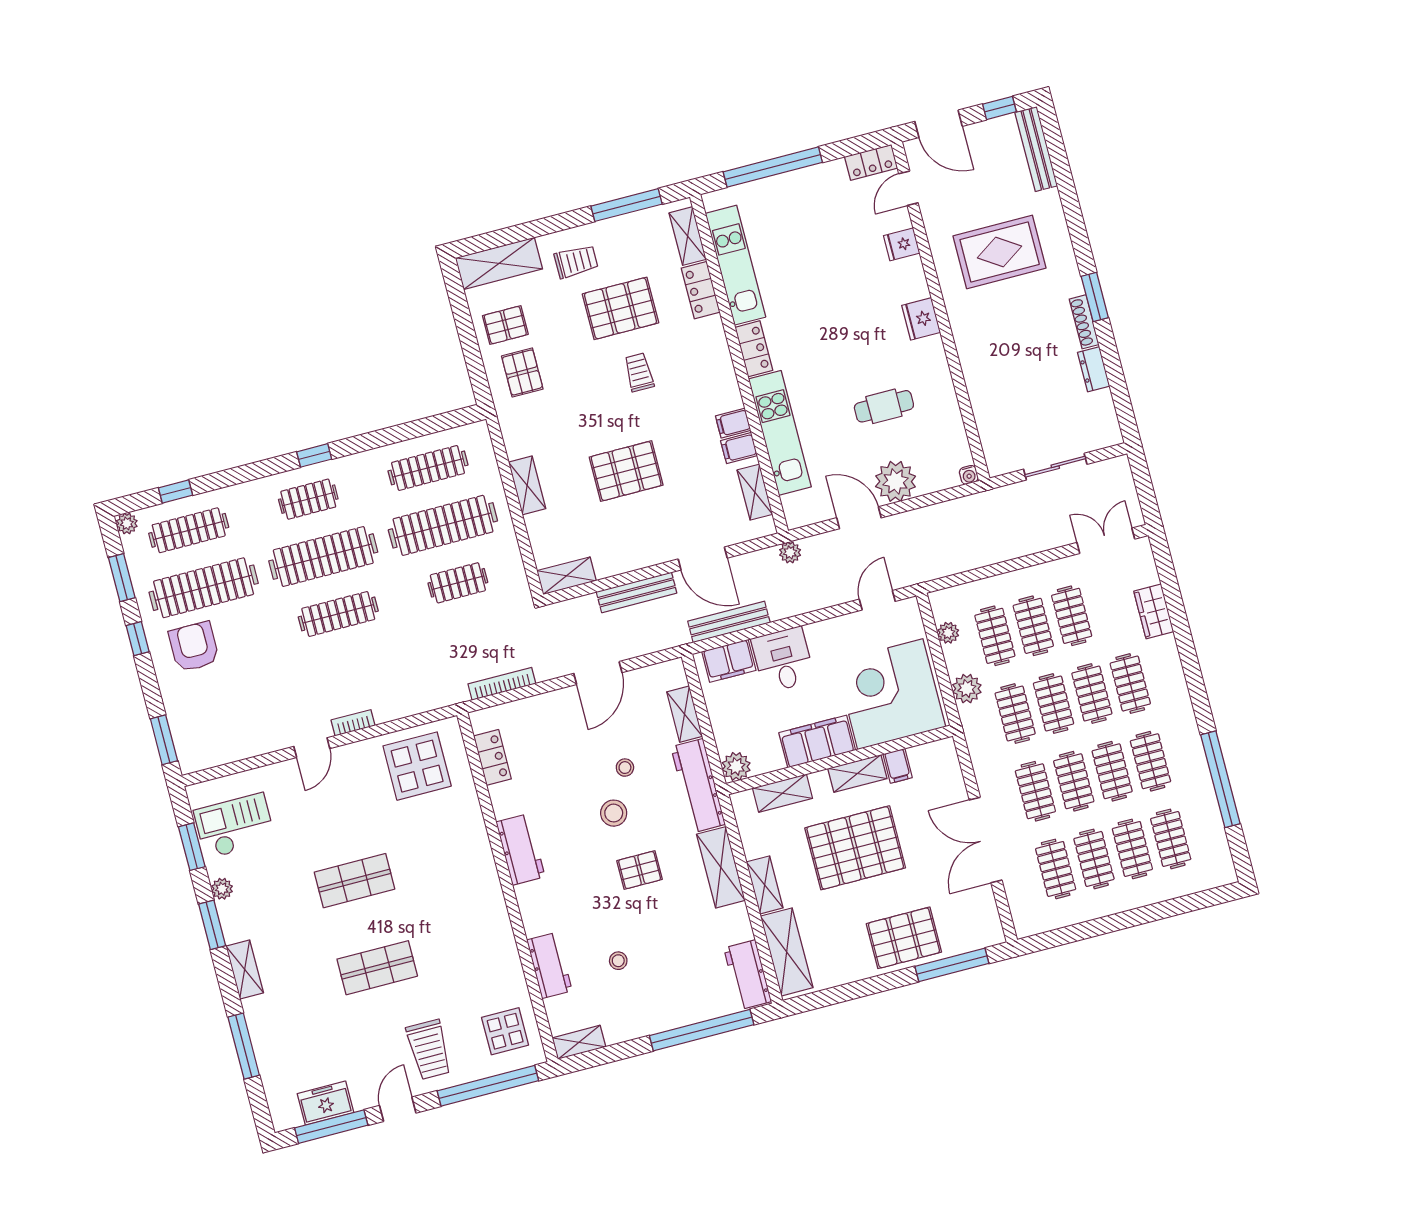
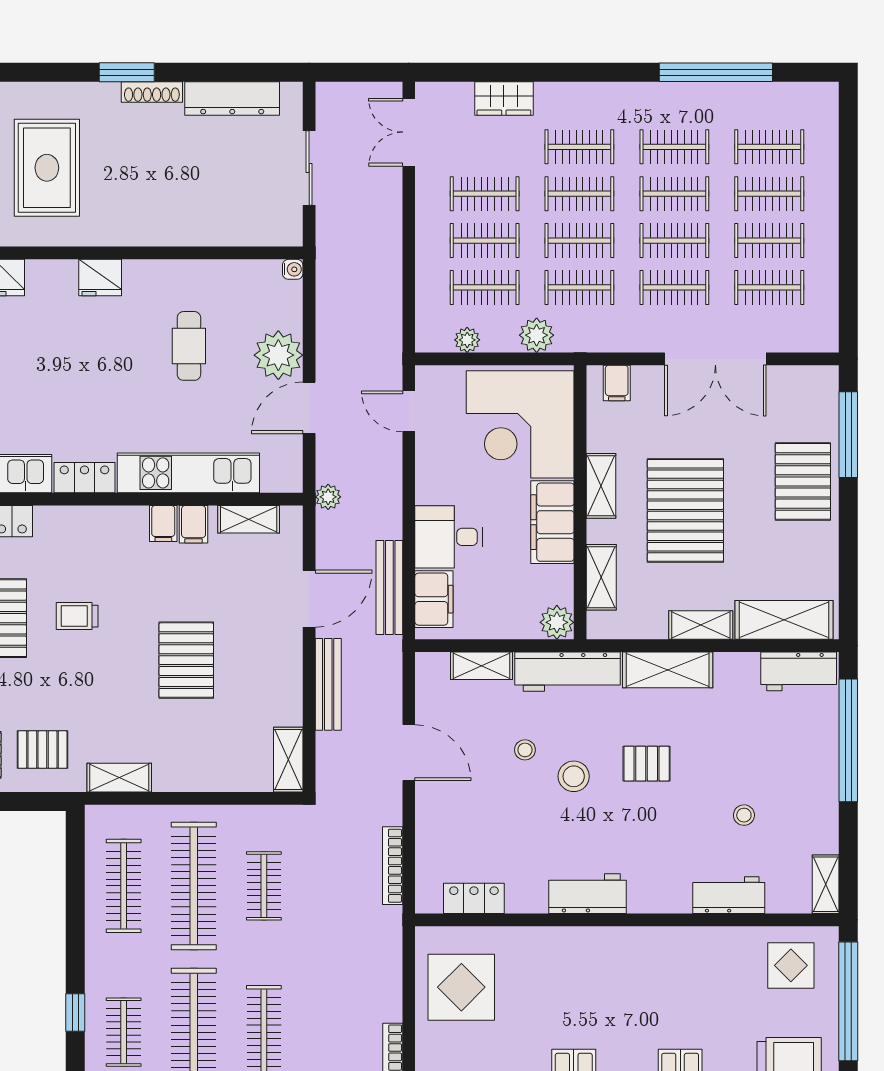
dresser: (1094, 369) -> (232, 98), width x1.96, depth x1.24
shelving: (527, 485) -> (119, 778), moved
filing cabinet: (898, 766) -> (617, 383), moved, turned 90
pallet: (640, 870) -> (647, 764), turned 90

